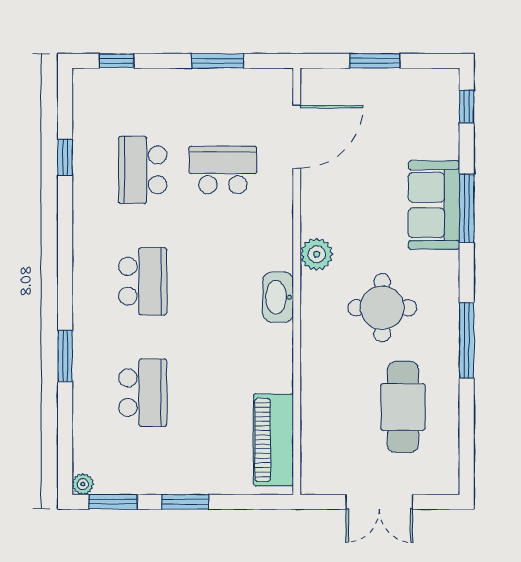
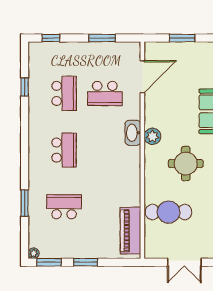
school desk: (143, 170) -> (64, 93), turned 180
school desk: (223, 170) -> (105, 93), turned 180
washbasin: (278, 297) -> (133, 133), moved
window: (65, 356) -> (25, 203), moved
school desk: (143, 393) -> (64, 207), turned -90
cafe table: (403, 407) -> (169, 212), moved, turned 90

